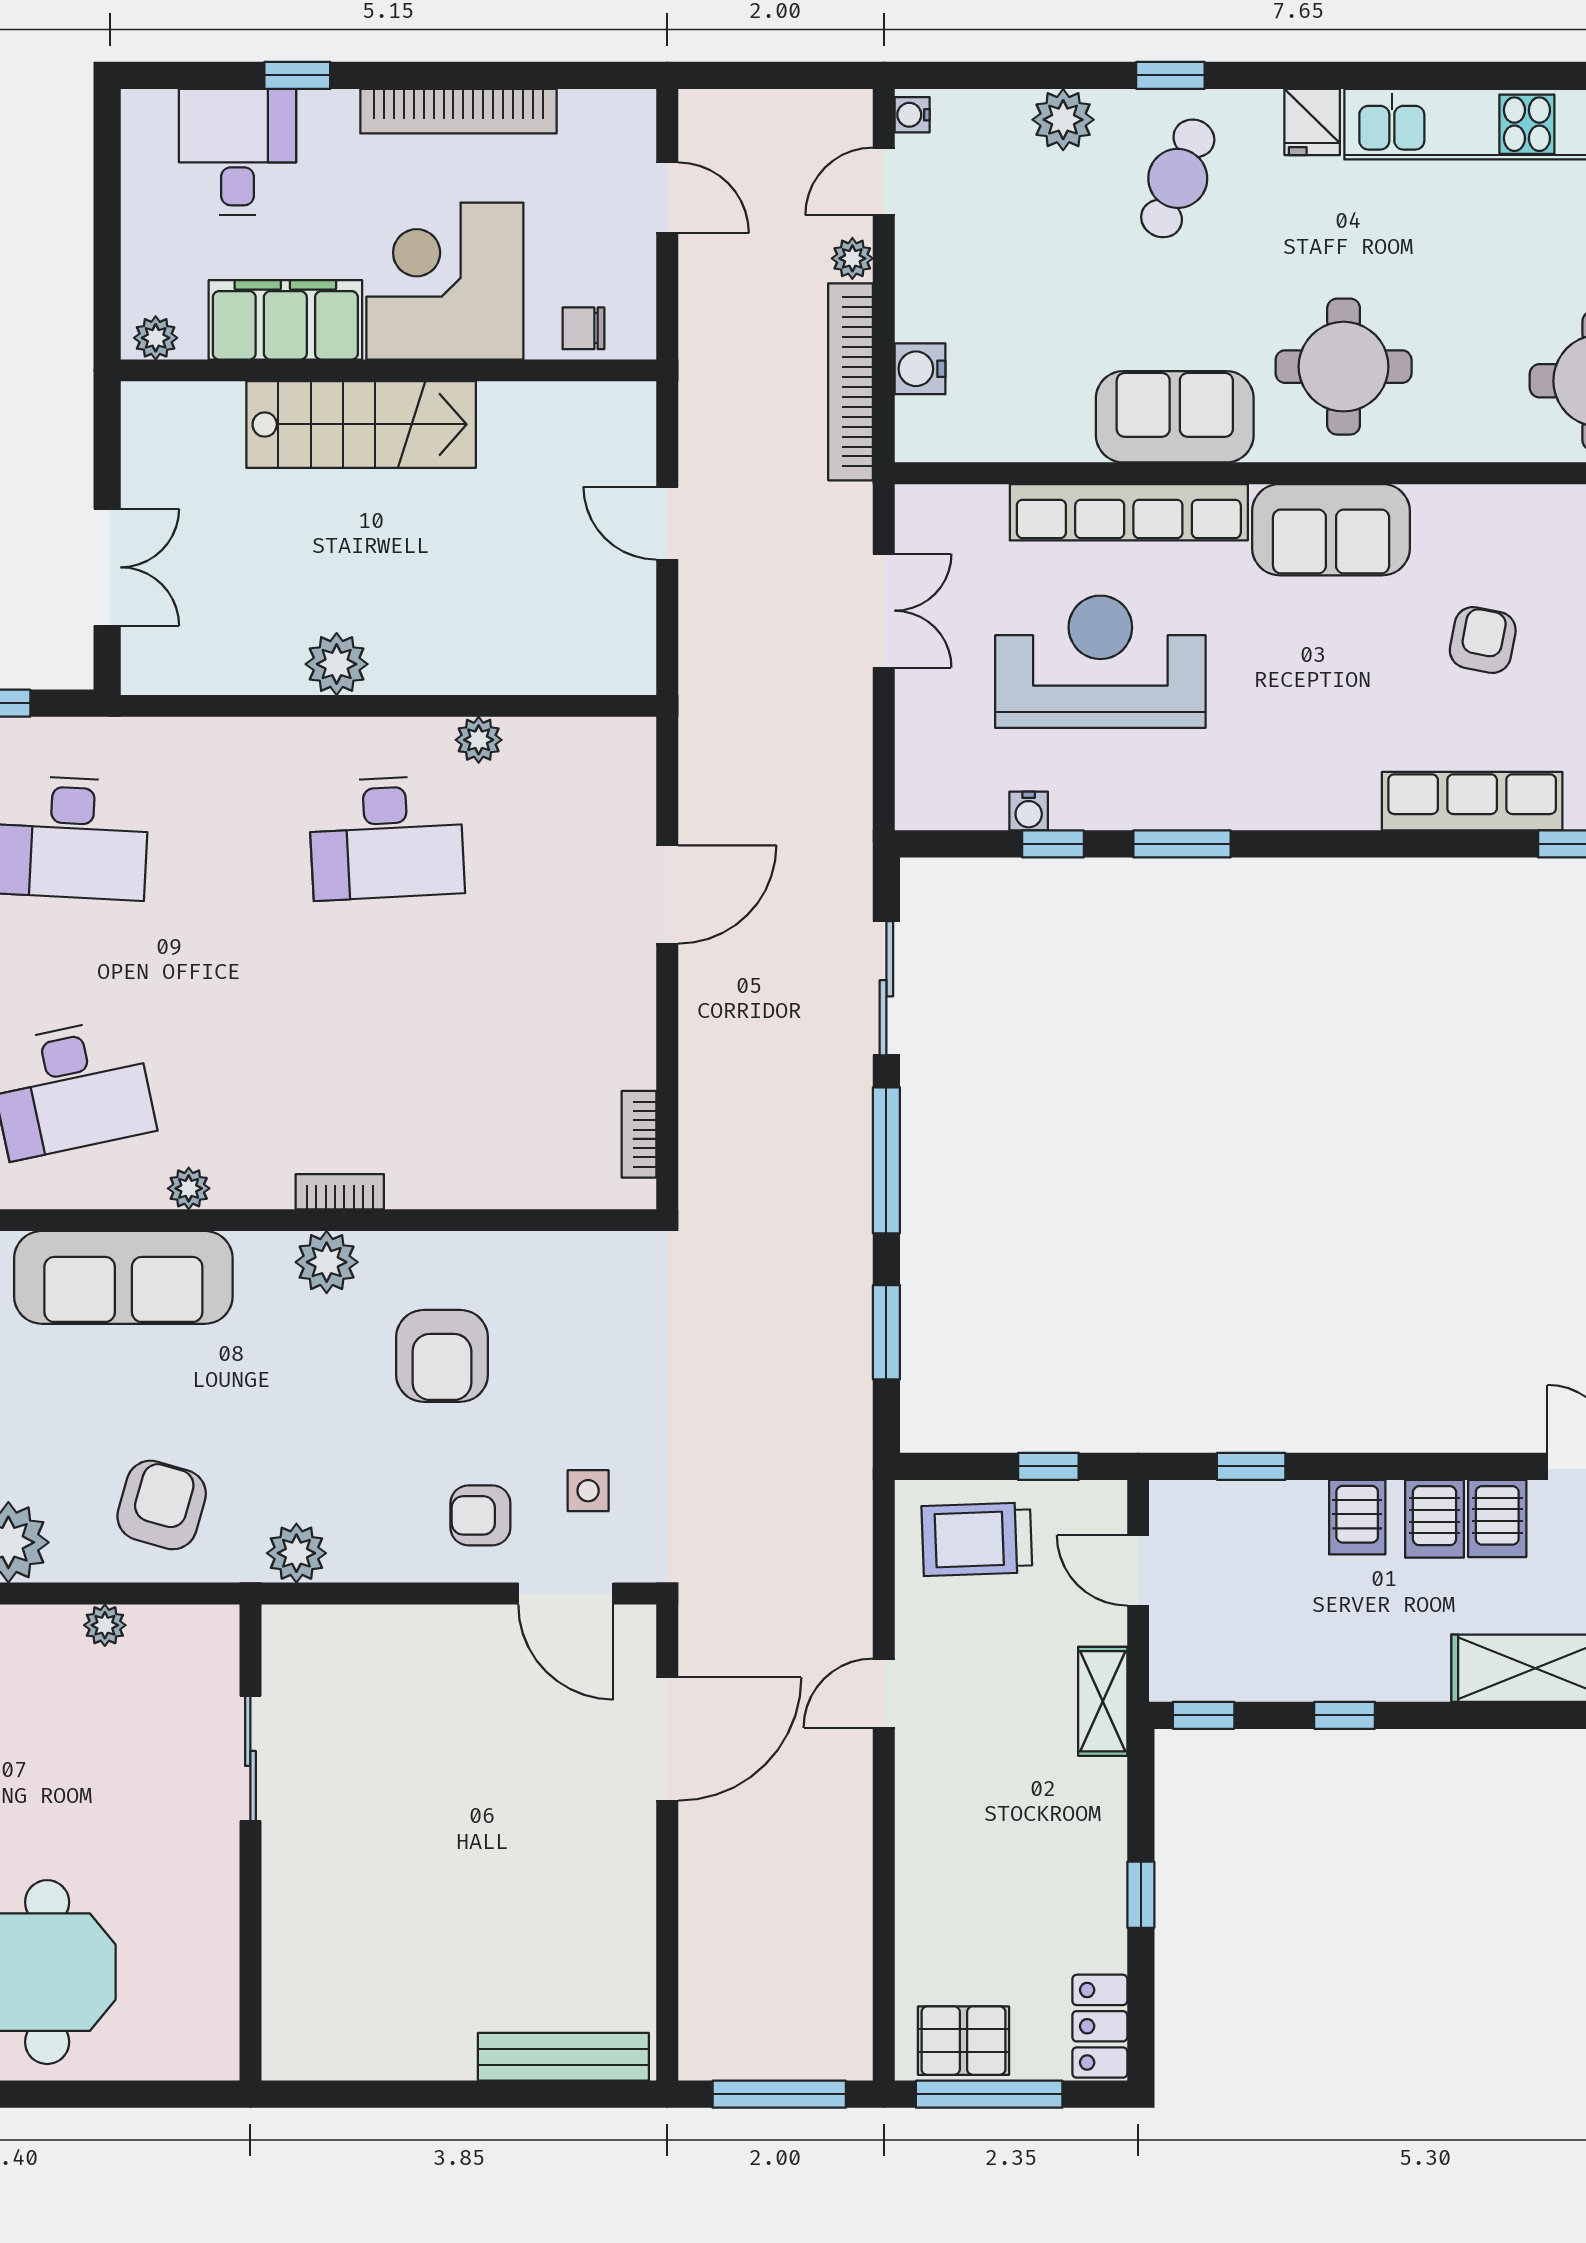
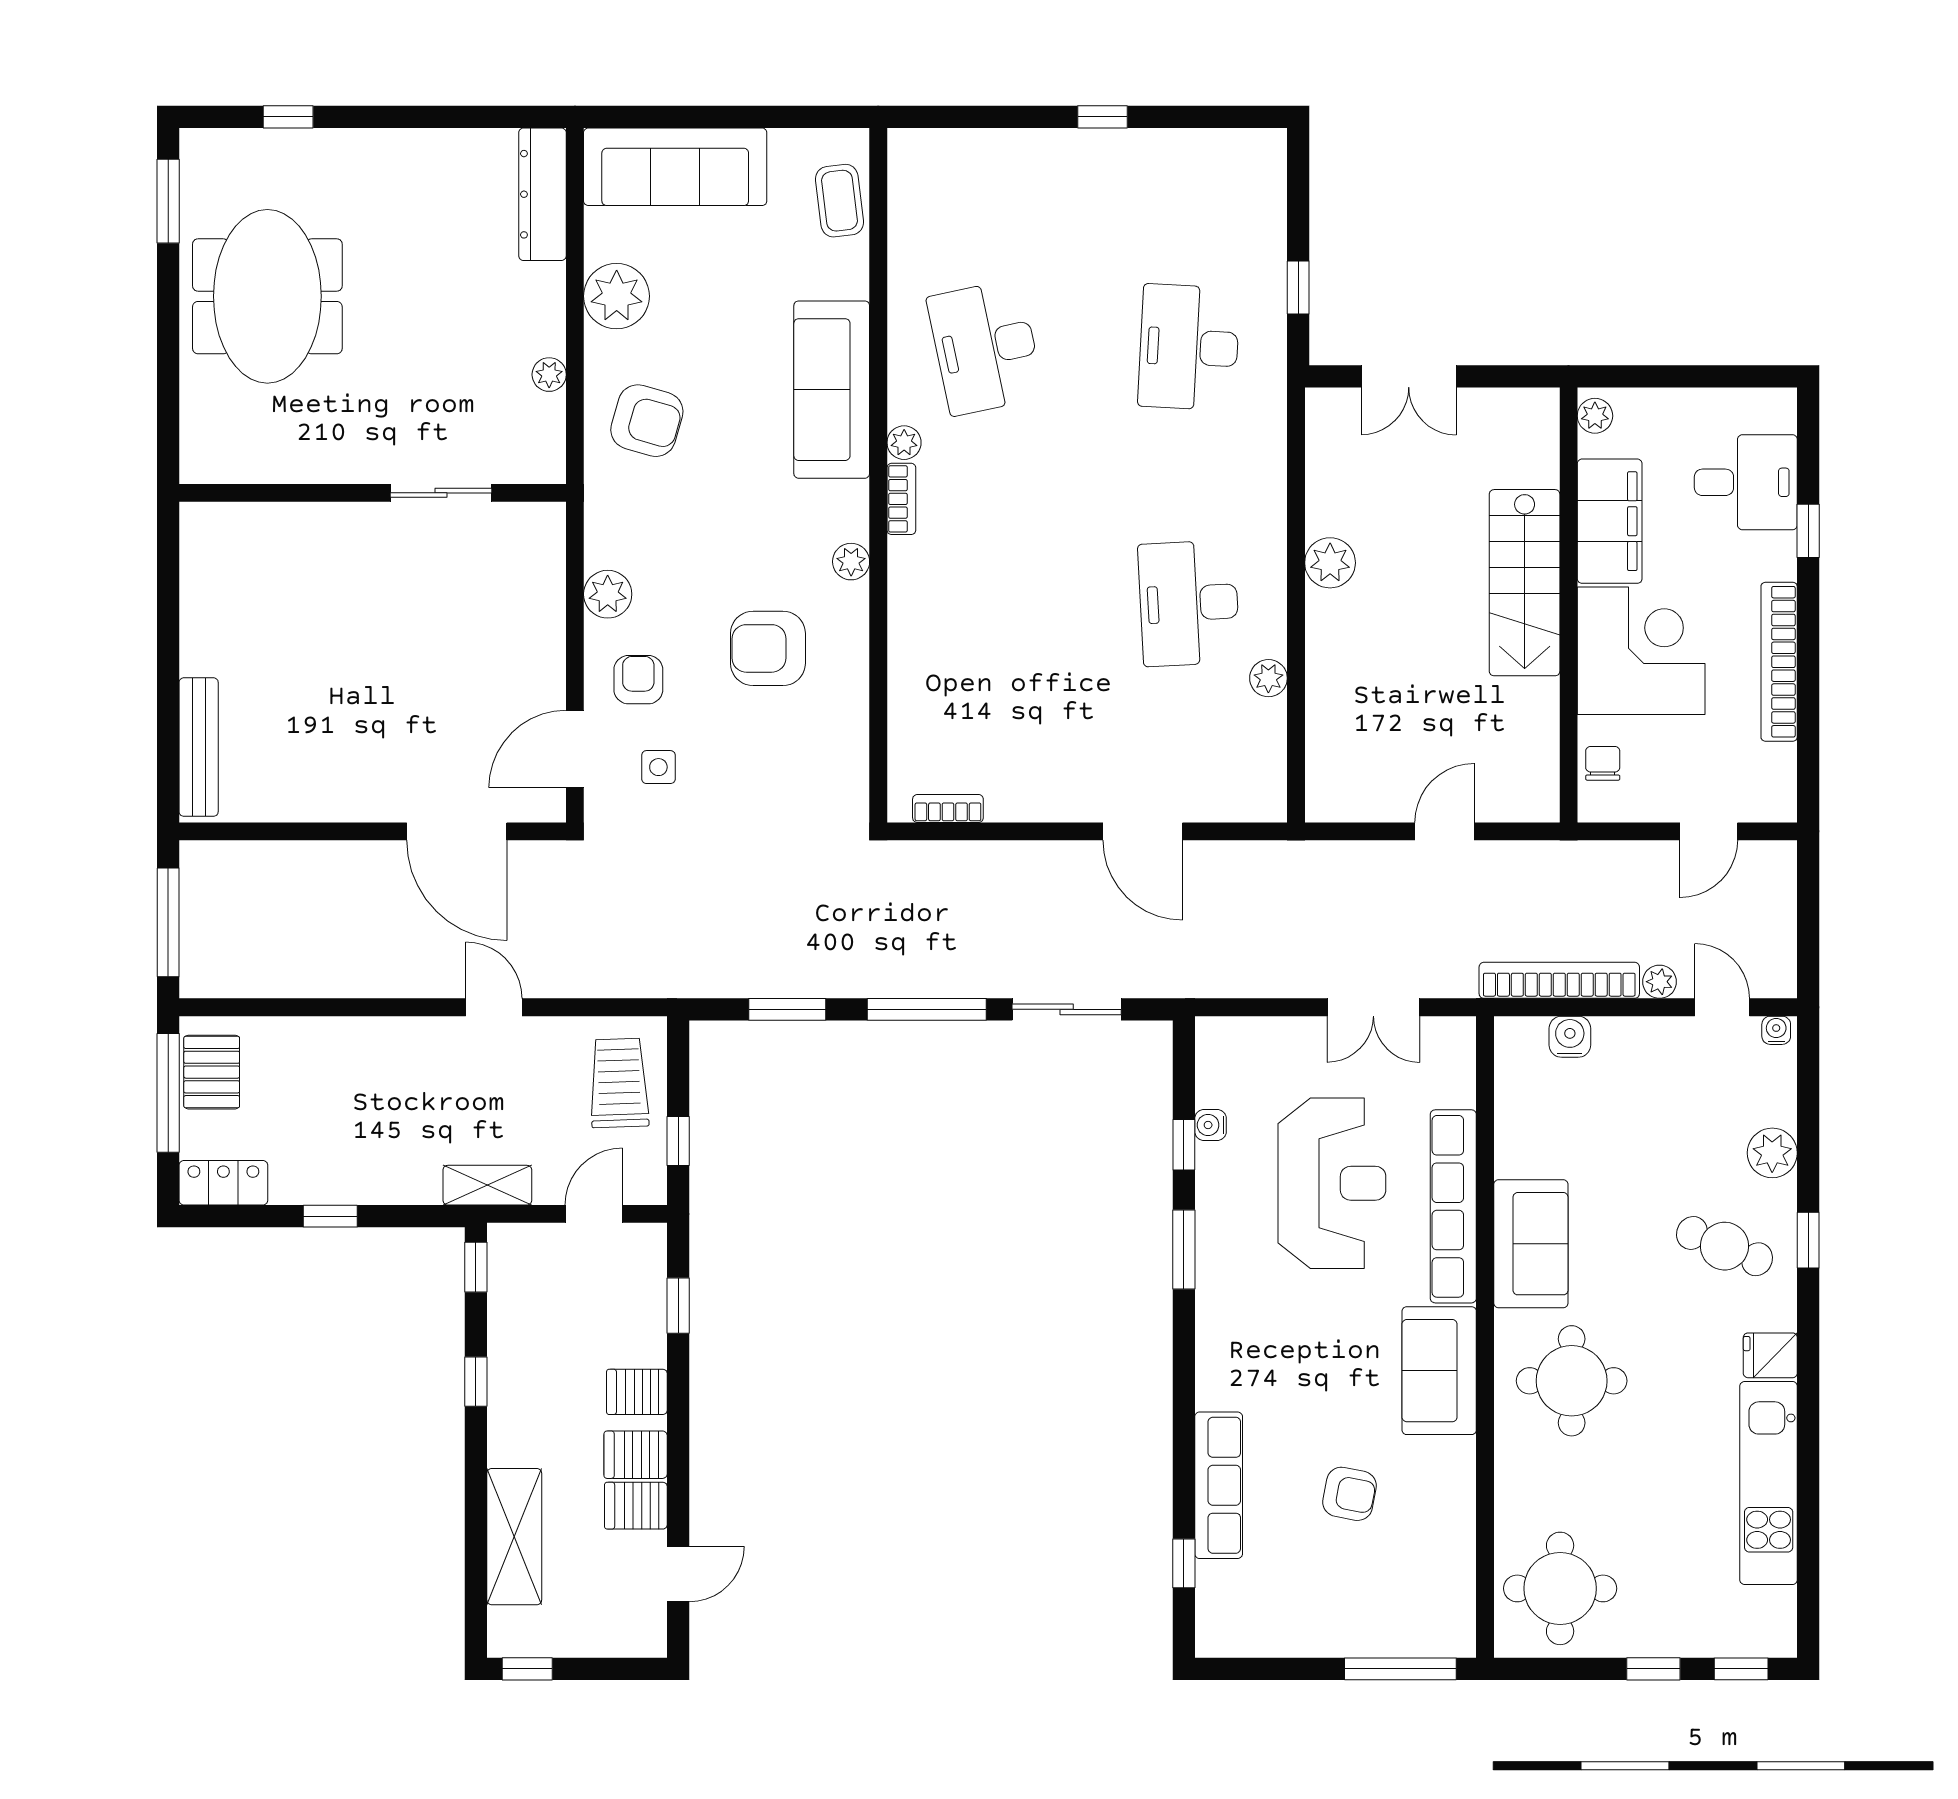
bookcase: (340, 1192) -> (901, 499), moved
plant: (327, 1262) -> (851, 562), width x0.73, depth x0.73
plant: (296, 1553) -> (608, 594), moved

